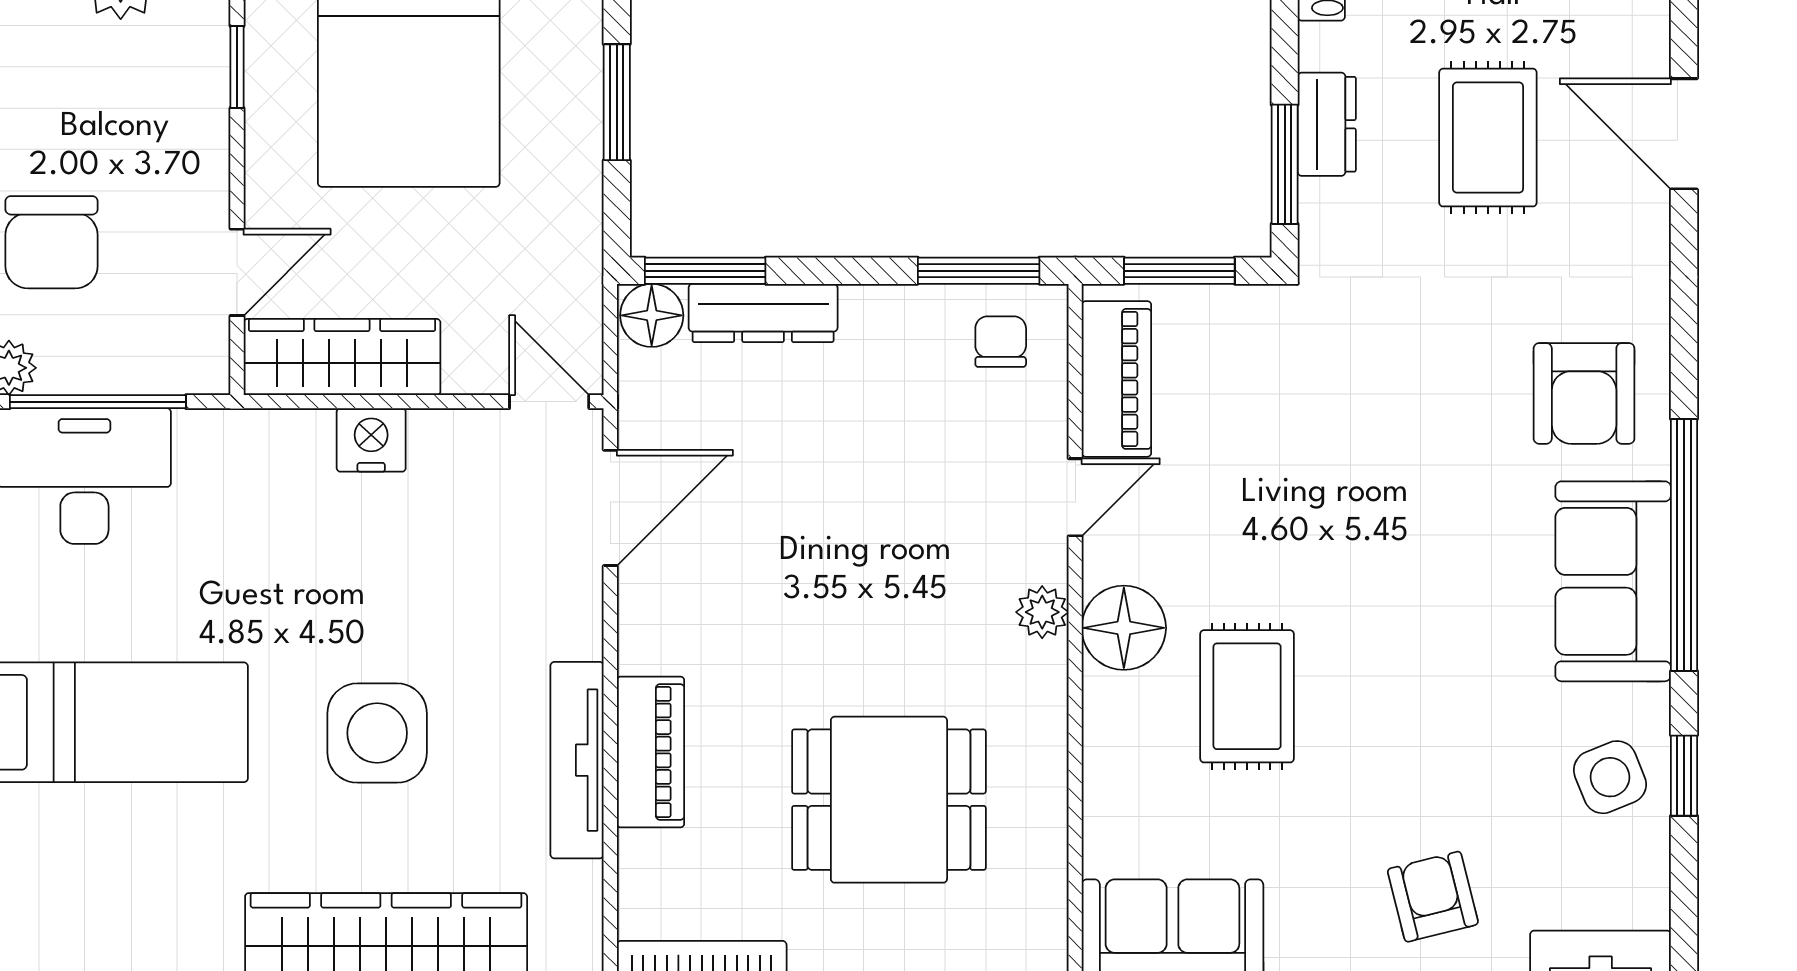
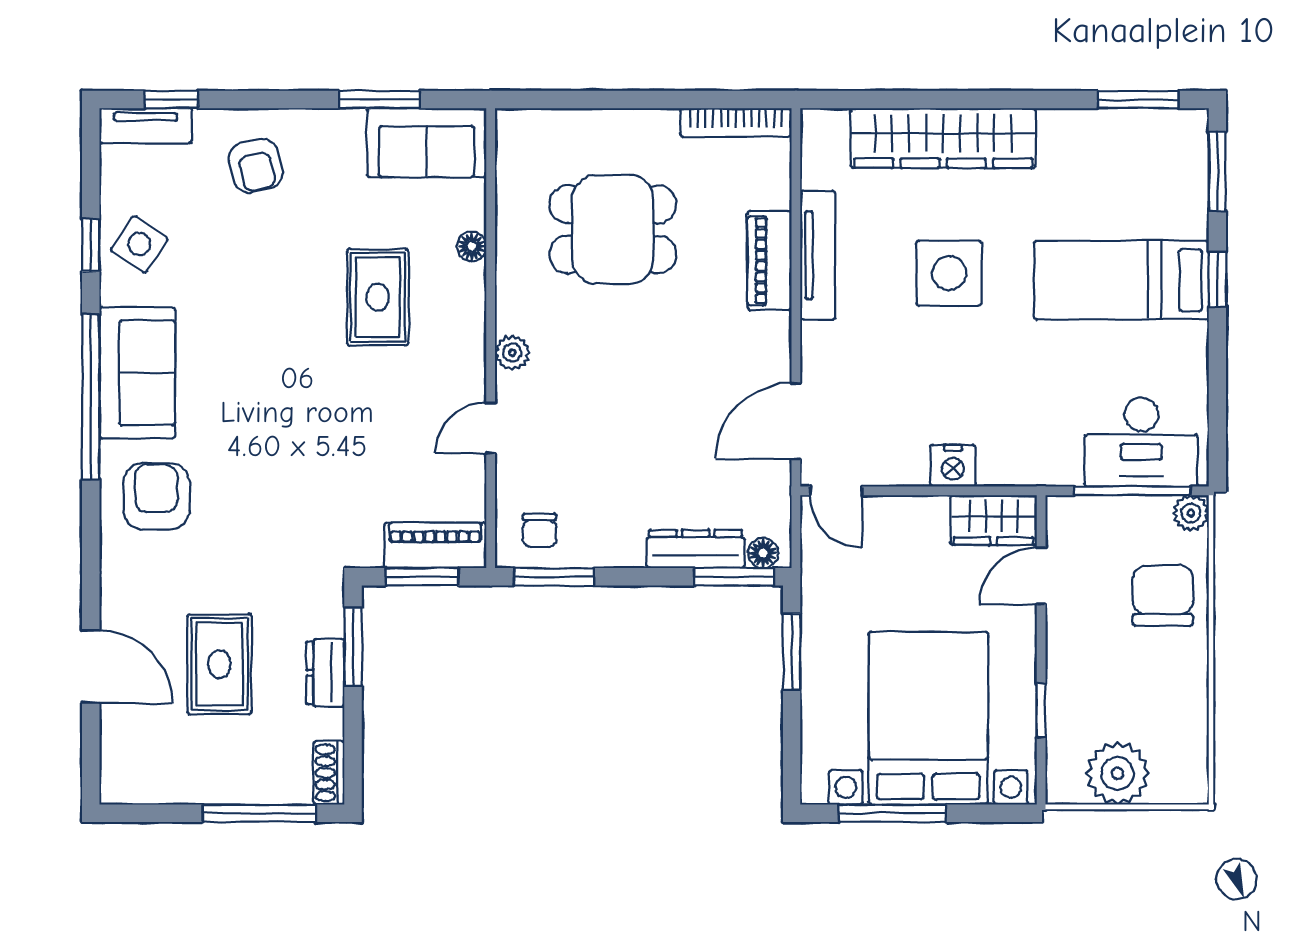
window: (617, 102) -> (792, 652), moved
floor lamp: (652, 315) -> (763, 553), width x0.73, depth x0.73
wardrobe: (342, 357) -> (994, 520), width x0.67
piano: (1116, 379) -> (435, 545), moved, turned 90
floor lamp: (1124, 628) -> (472, 246), moved, width x0.53, depth x0.53
side table: (1610, 777) -> (139, 244), turned -34

